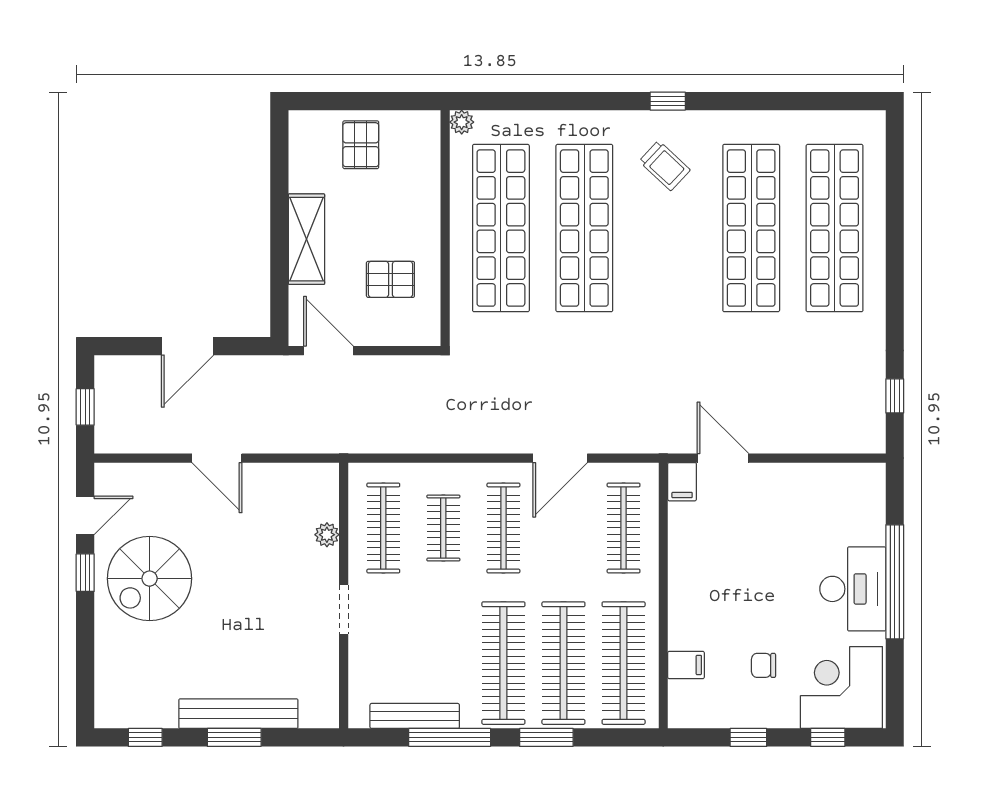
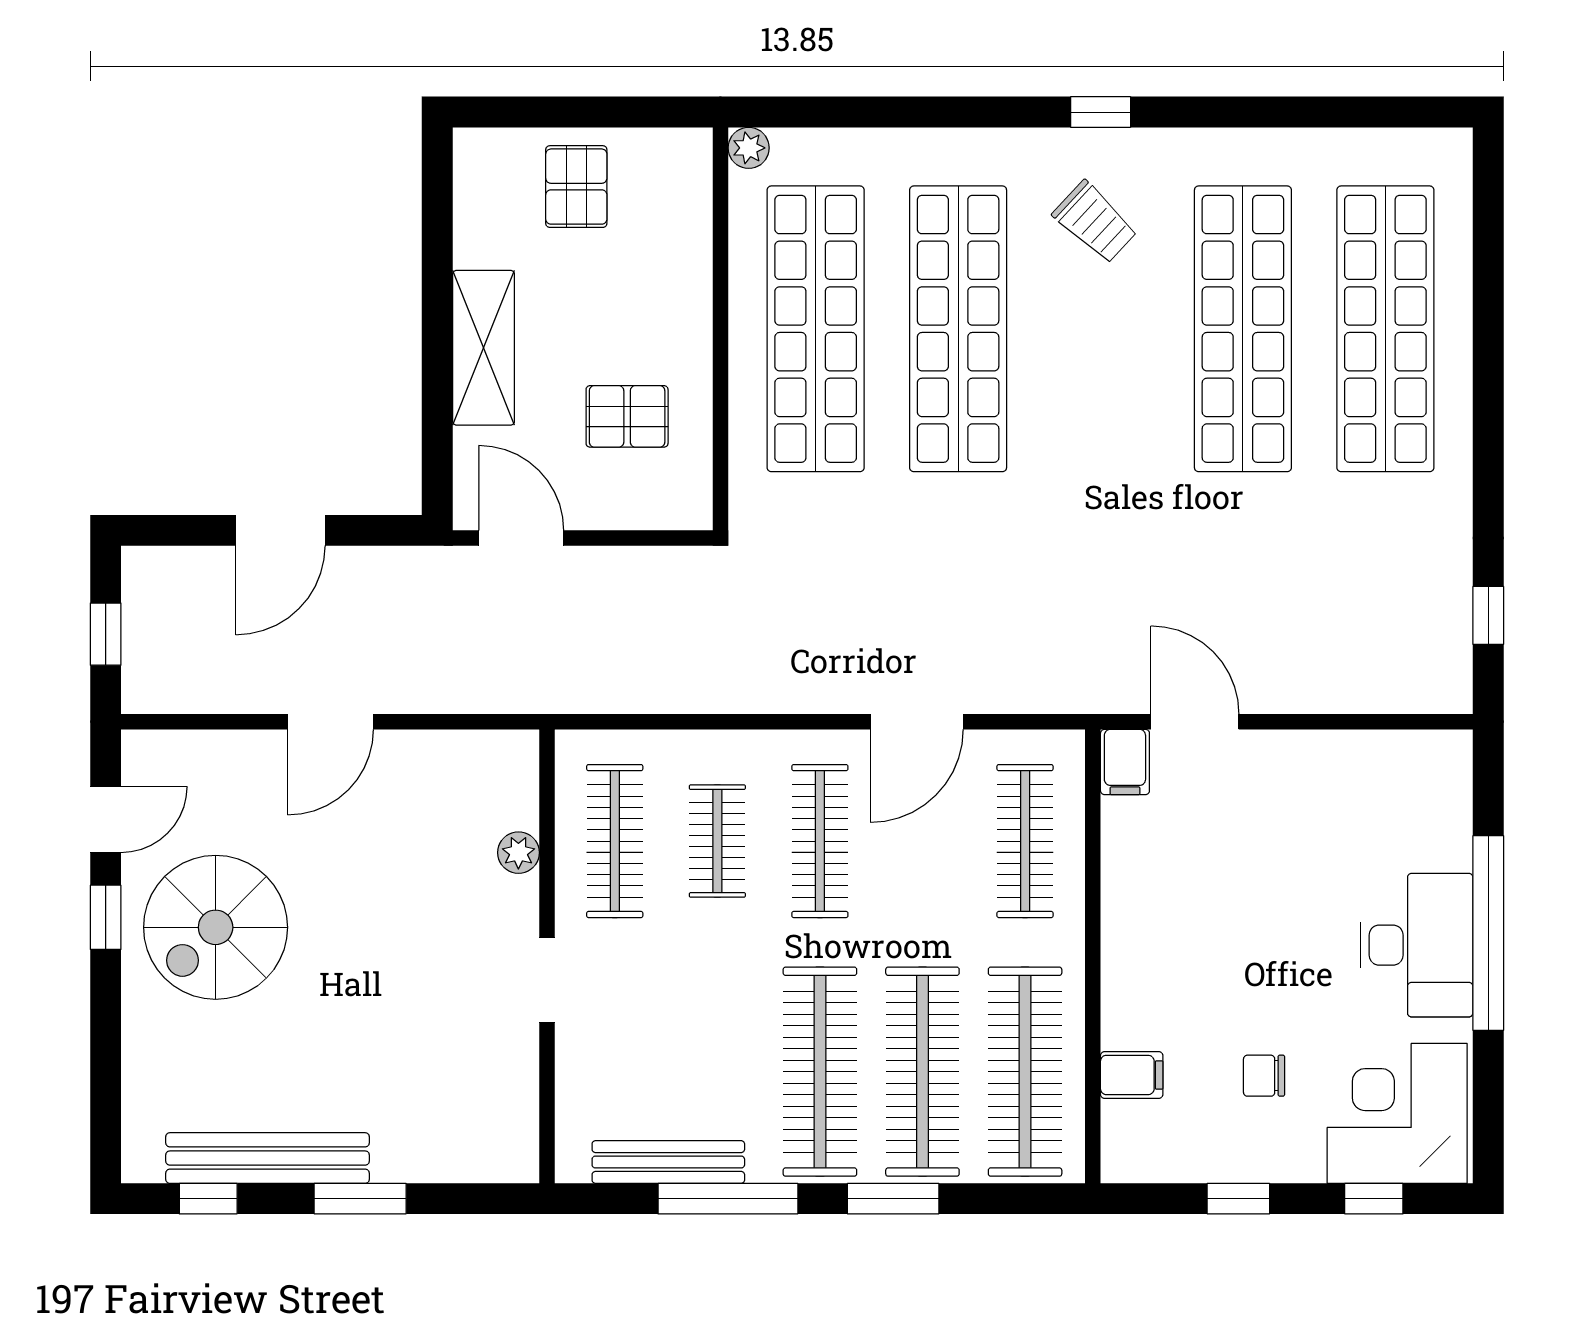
door: (217, 458) -> (331, 722), hinge flipped
bench: (238, 714) -> (268, 1158), moved

